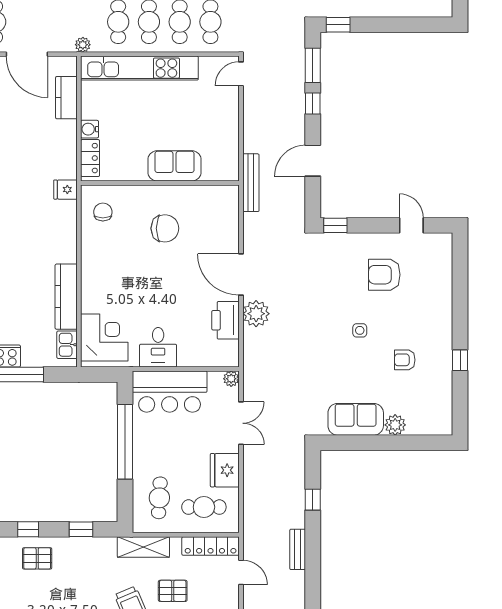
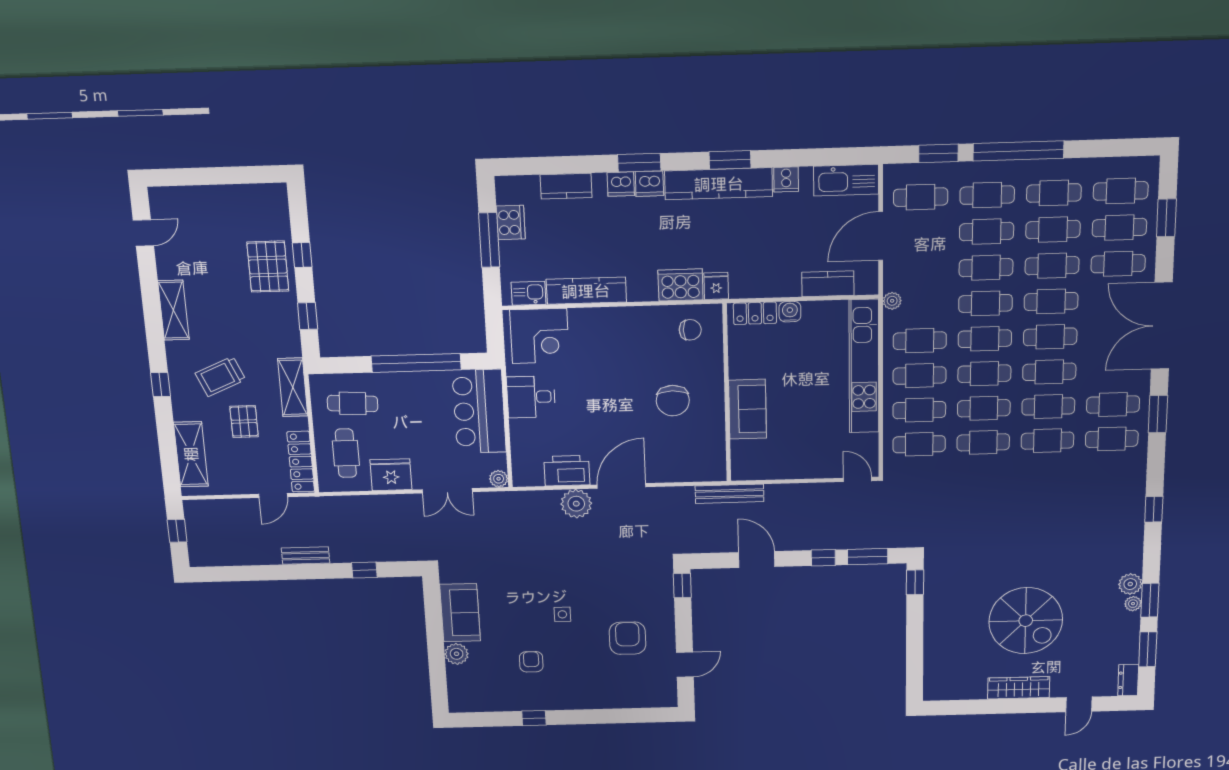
cooker: (64, 219) -> (680, 285), added
pallet: (37, 558) -> (268, 267), width x1.50, depth x1.42

